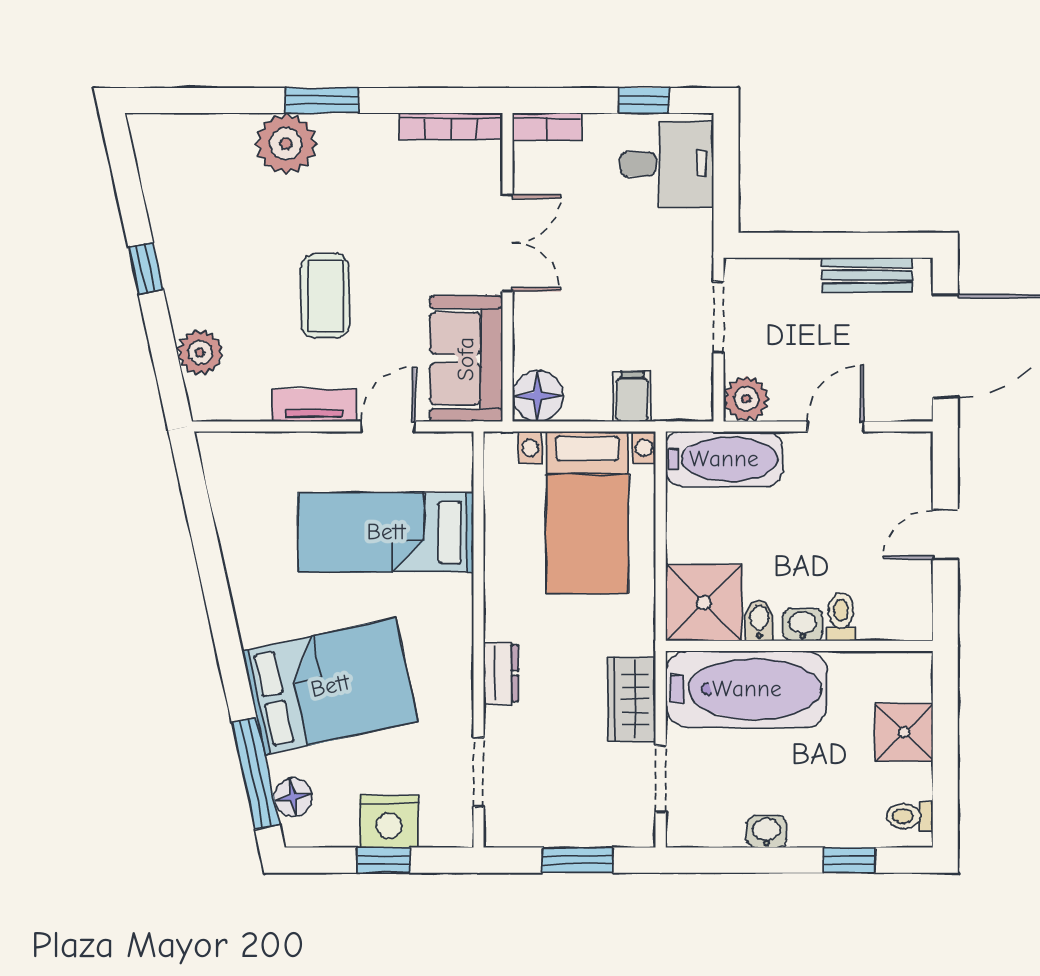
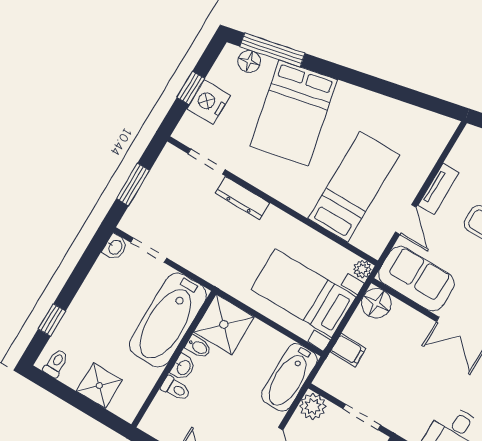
plant: (500, 447) -> (362, 269), added
dresser: (501, 673) -> (242, 198), width x1.44
wardrobe: (631, 699) -> (197, 259), removed
washbasin: (766, 832) -> (115, 247), moved

